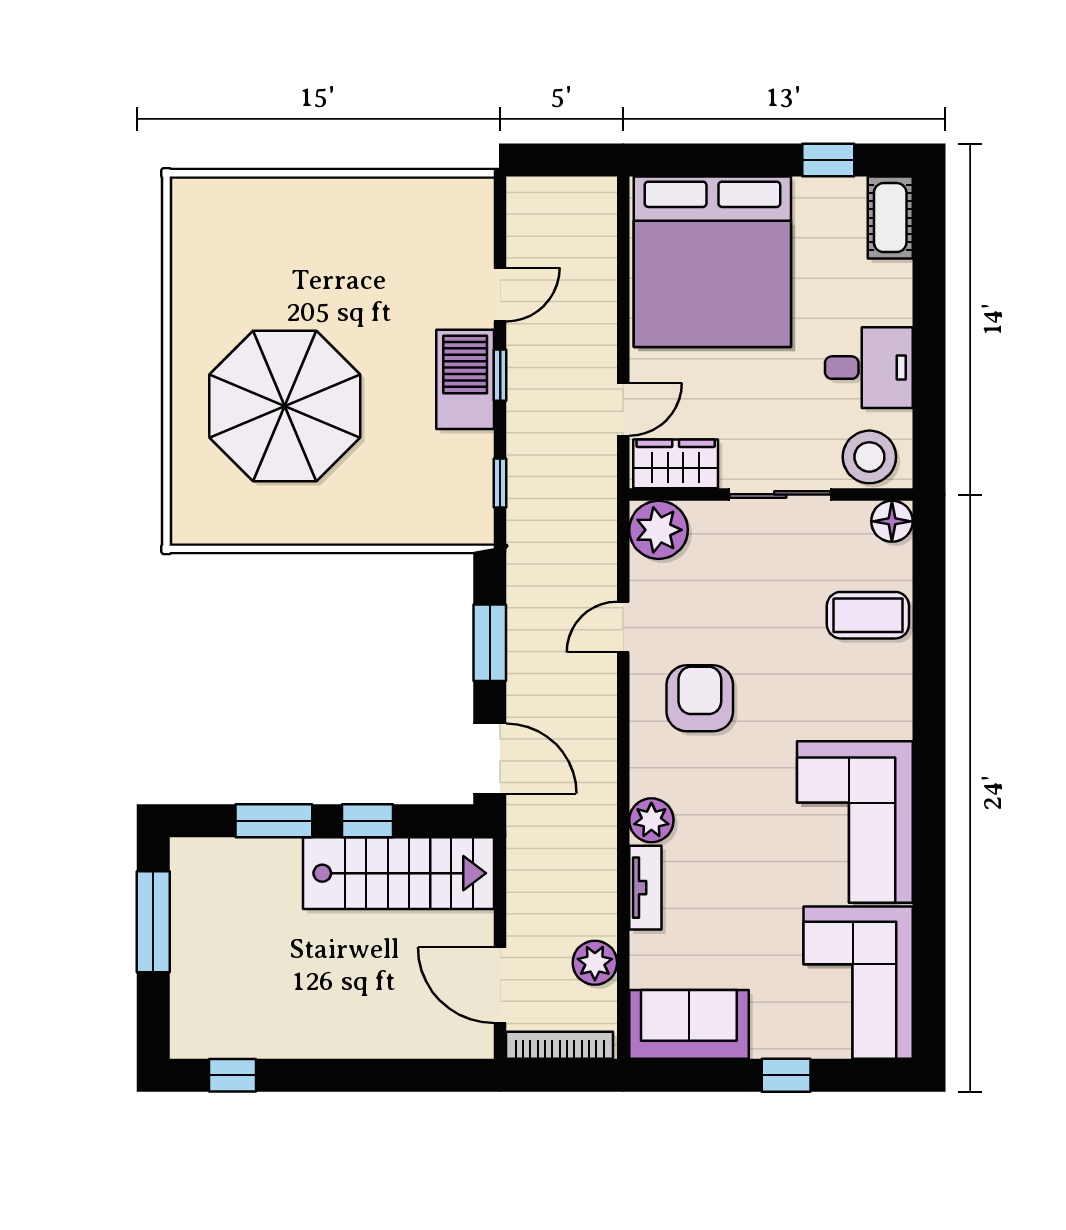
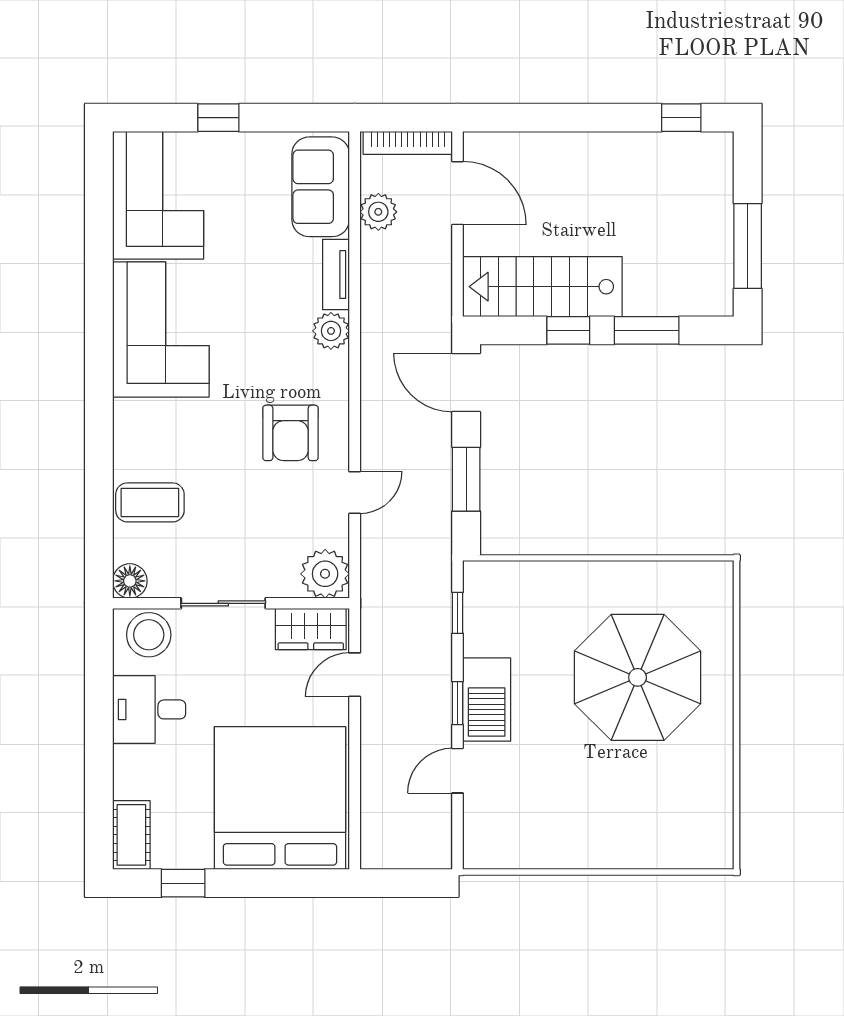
sofa: (689, 1024) -> (321, 187), moved, turned 90

